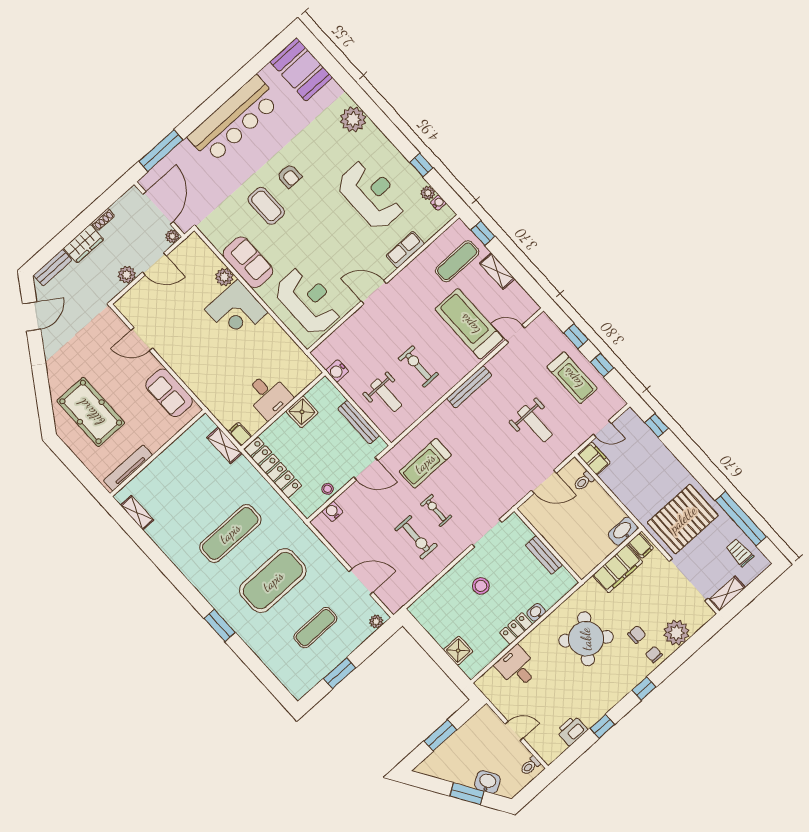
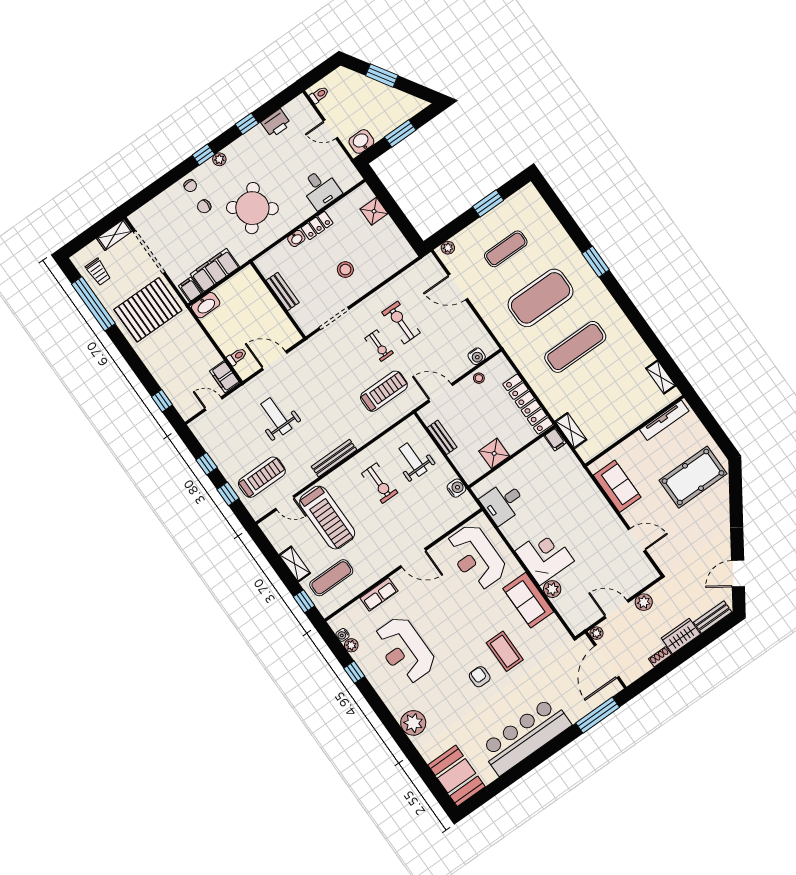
treadmill: (572, 378) -> (262, 477), moved, turned 90
desk: (268, 396) -> (503, 503), moved, turned -90
pool table: (91, 412) -> (693, 477), turned 90
bench: (359, 422) -> (442, 437), width x0.73
plant: (676, 633) -> (219, 159), moved, width x0.53, depth x0.53
washbasin: (487, 782) -> (361, 142), moved, turned 122

